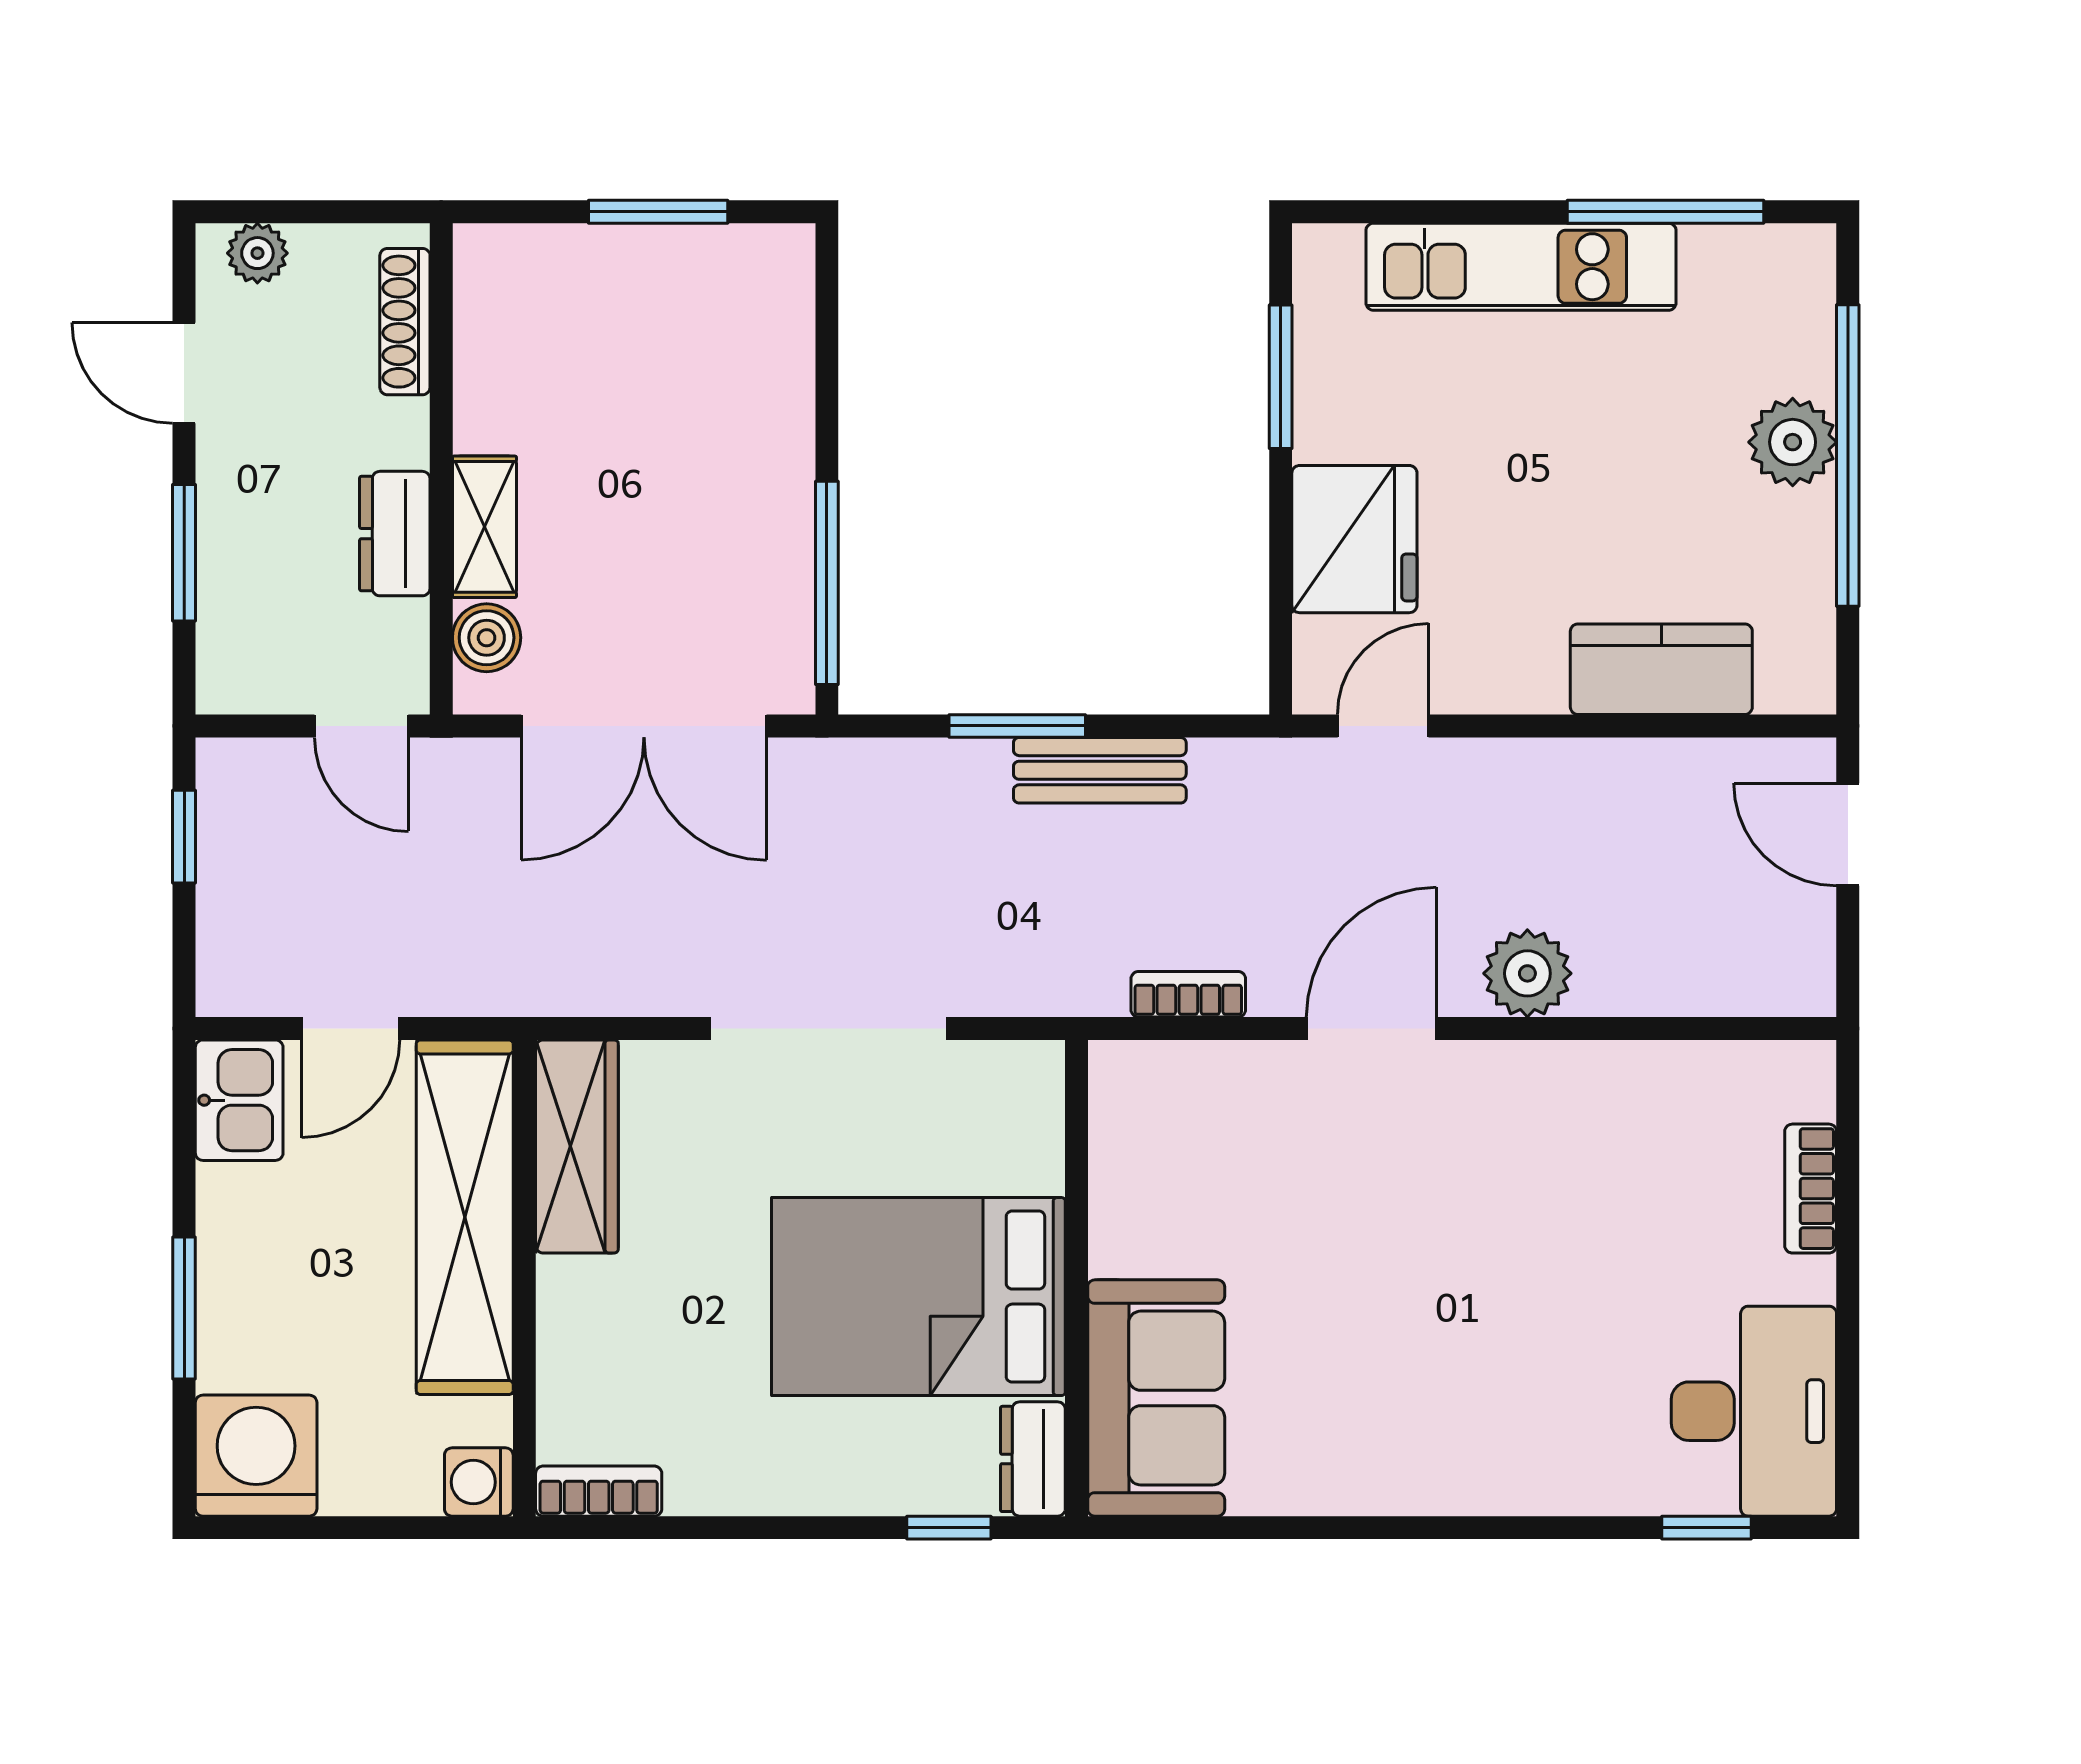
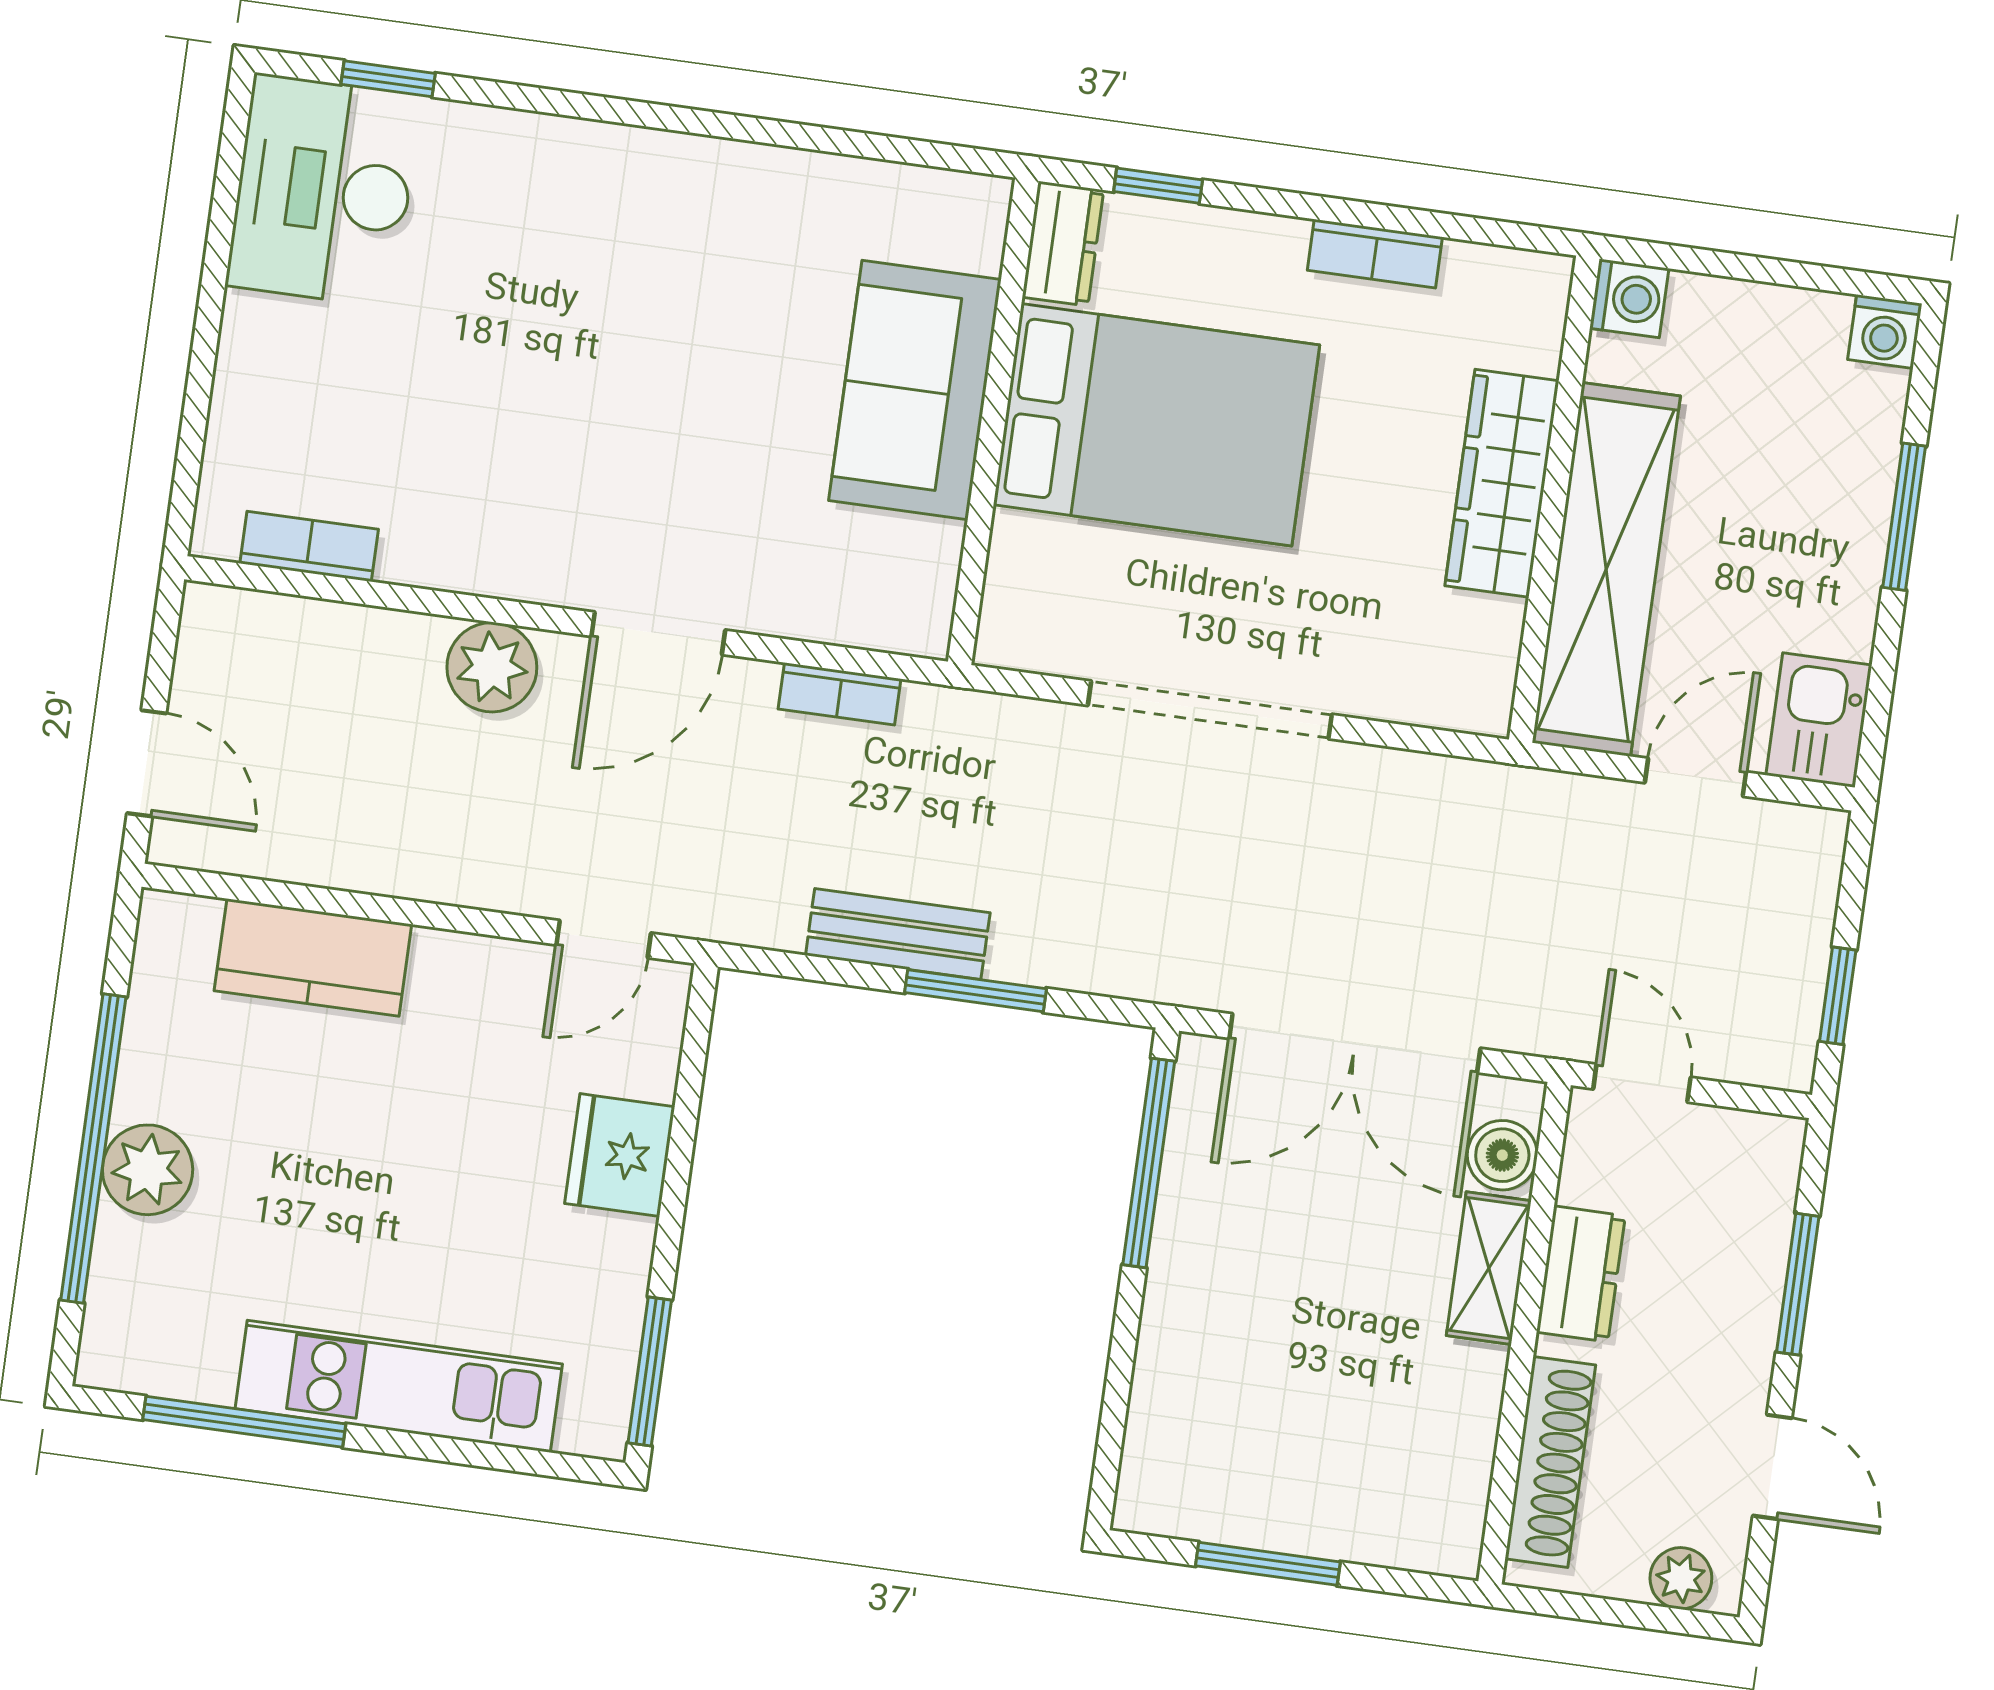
shoe rack: (405, 322) -> (1550, 1462), width x1.36, depth x1.24
window: (1281, 377) -> (650, 1372), moved
fridge: (1354, 539) -> (620, 1155), width x0.73, depth x0.75
double door: (644, 726) -> (1355, 1043), swing flipped
wardrobe: (577, 1146) -> (1502, 483), moved
bookcase: (1811, 1189) -> (309, 546), moved, turned -90
sofa: (1156, 1398) -> (915, 390), moved
washing machine: (256, 1456) -> (1885, 332), width x0.53, depth x0.53
bookcase: (599, 1491) -> (1375, 254), moved

